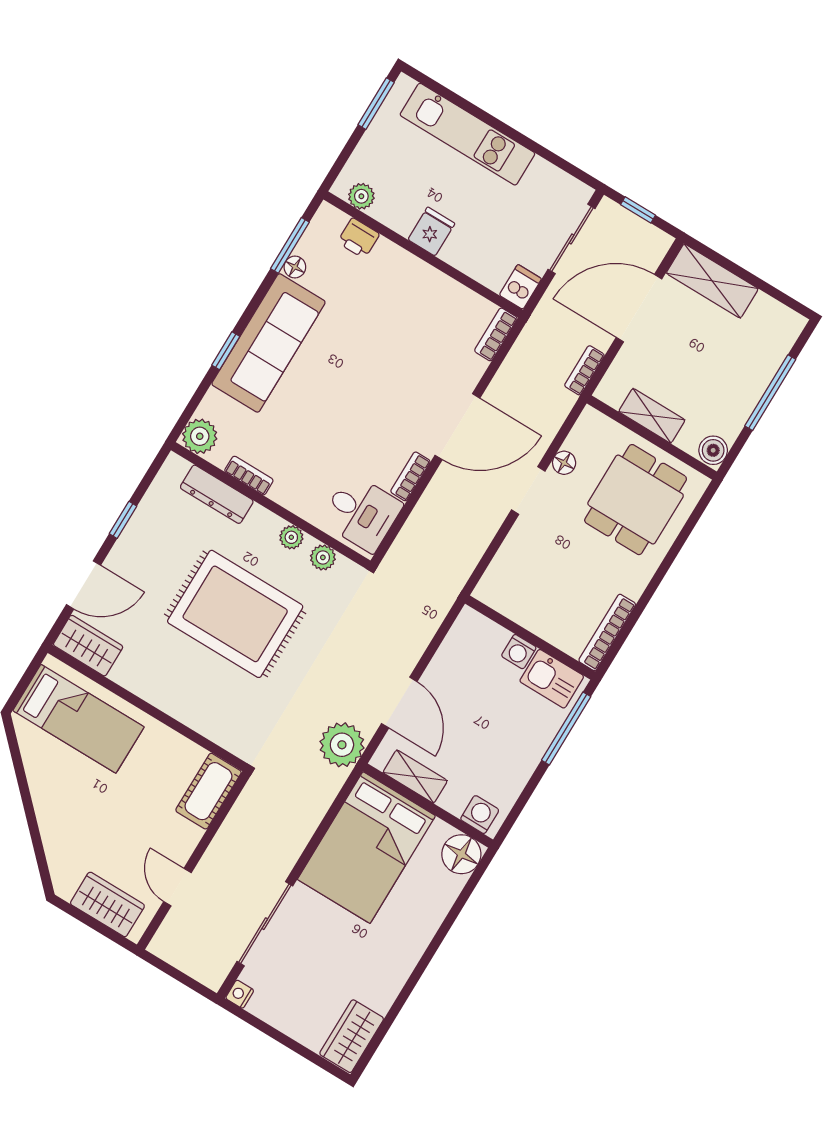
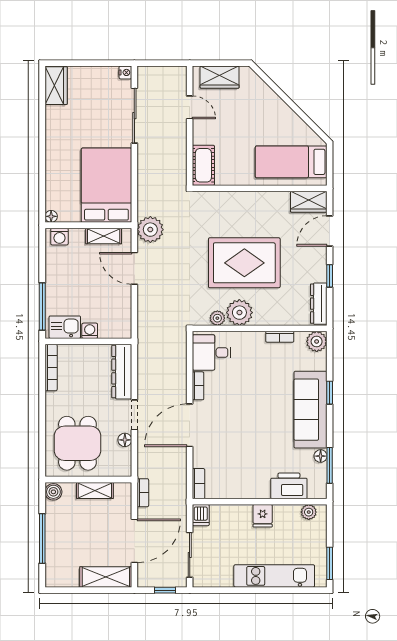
printer: (358, 238) -> (289, 486), width x1.87, depth x1.48
dresser: (217, 494) -> (319, 304), moved, turned -90
plant: (291, 537) -> (239, 313), width x1.87, depth x1.87
dresser: (508, 564) -> (122, 372), added
floor lamp: (461, 854) -> (51, 216), width x0.53, depth x0.53

